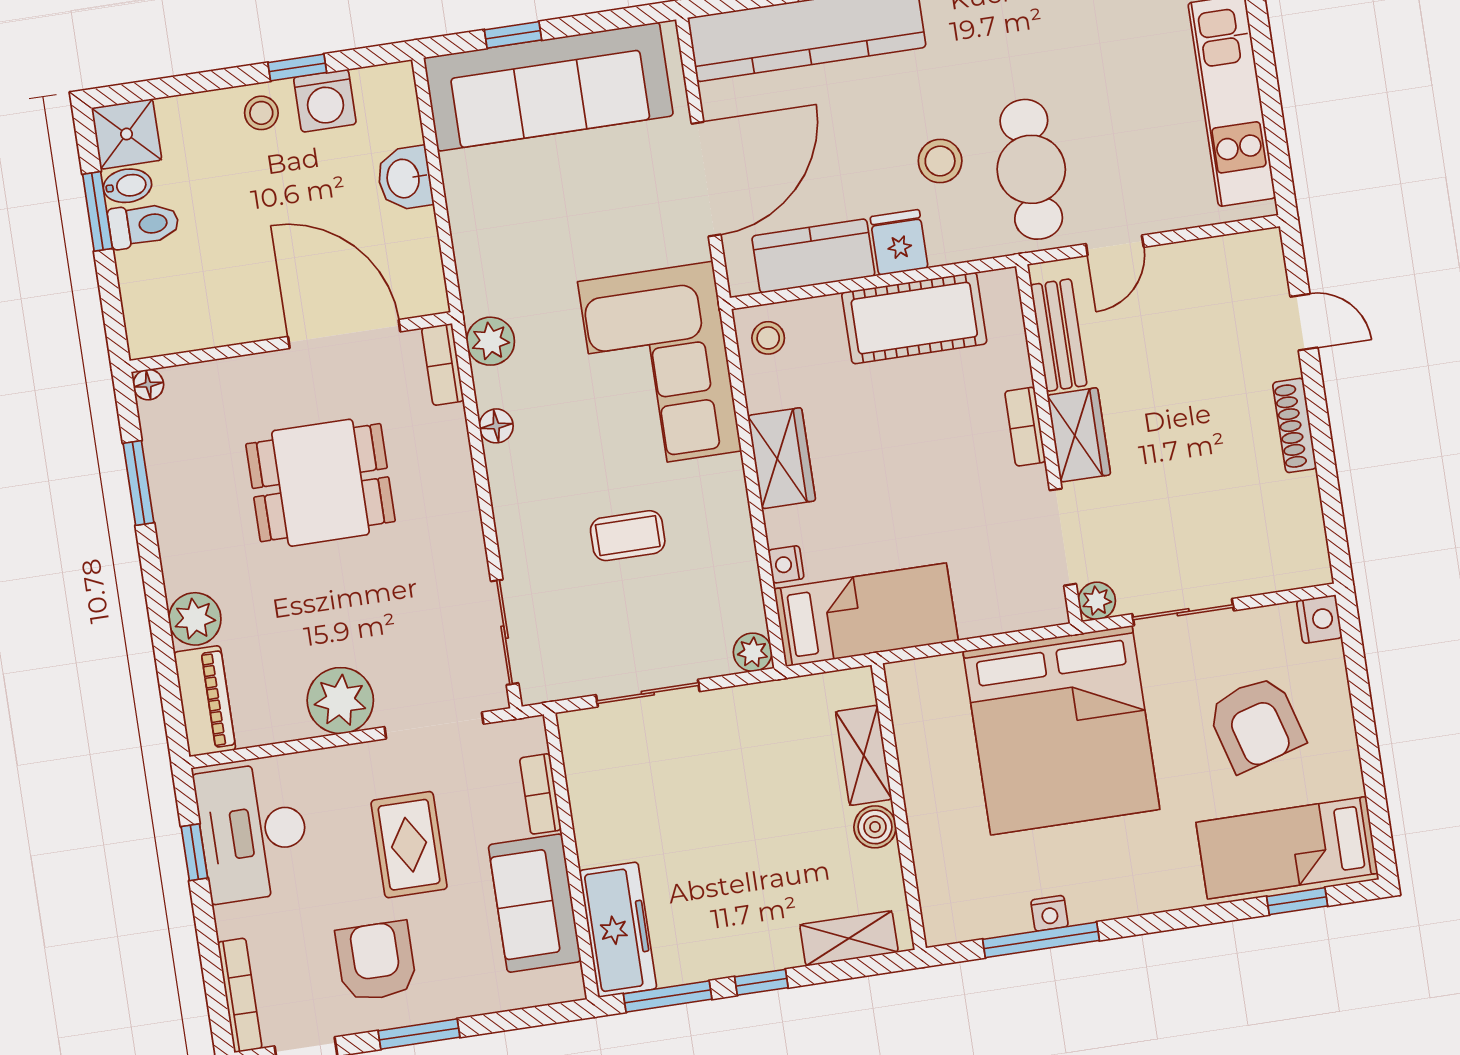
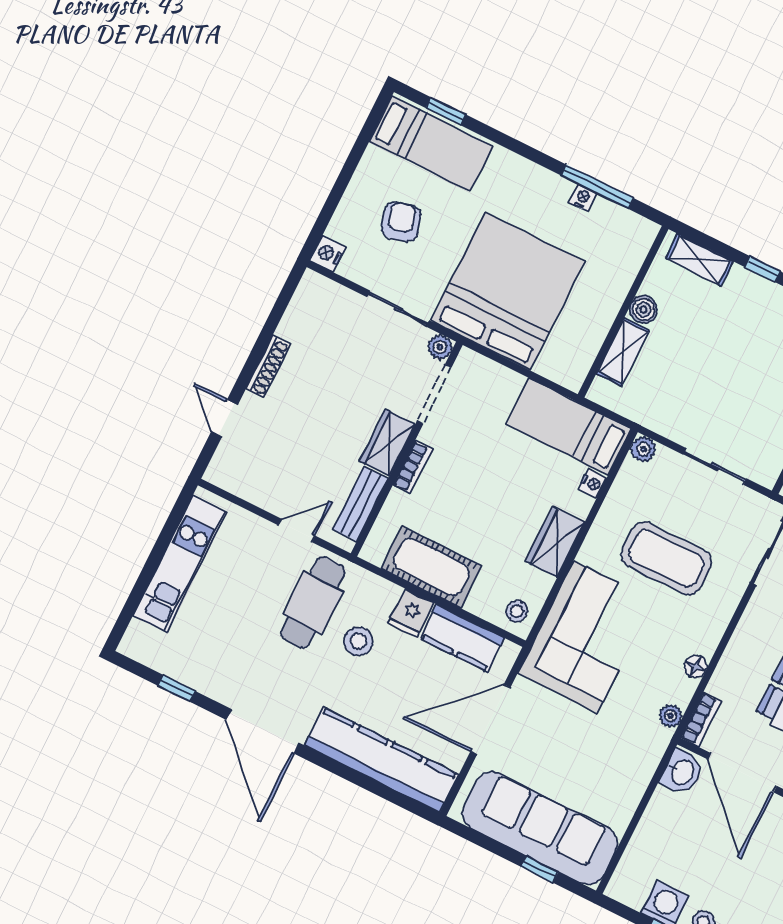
washbasin: (405, 178) -> (682, 772), moved
plant: (490, 341) -> (670, 716), width x0.73, depth x0.73
coffee table: (628, 536) -> (666, 558), width x1.86, depth x1.72
armchair: (1256, 724) -> (401, 222), width x0.72, depth x0.72

